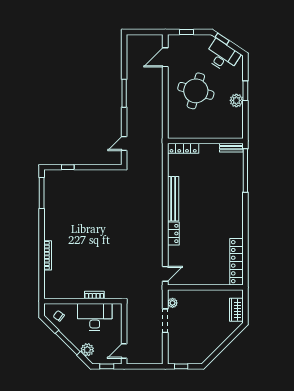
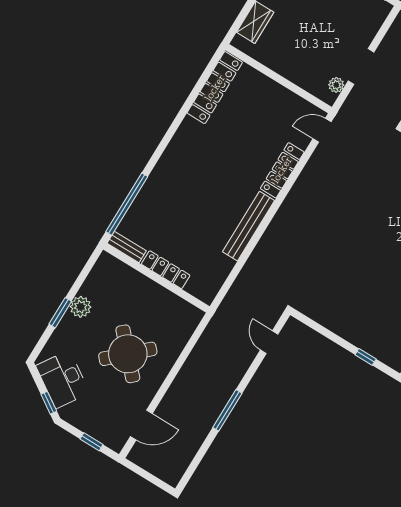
round table: (196, 91) -> (128, 354), turned 31
door: (124, 143) -> (269, 342), swing flipped
locker: (183, 148) -> (166, 270), moved
locker: (173, 233) -> (282, 170), width x1.53

